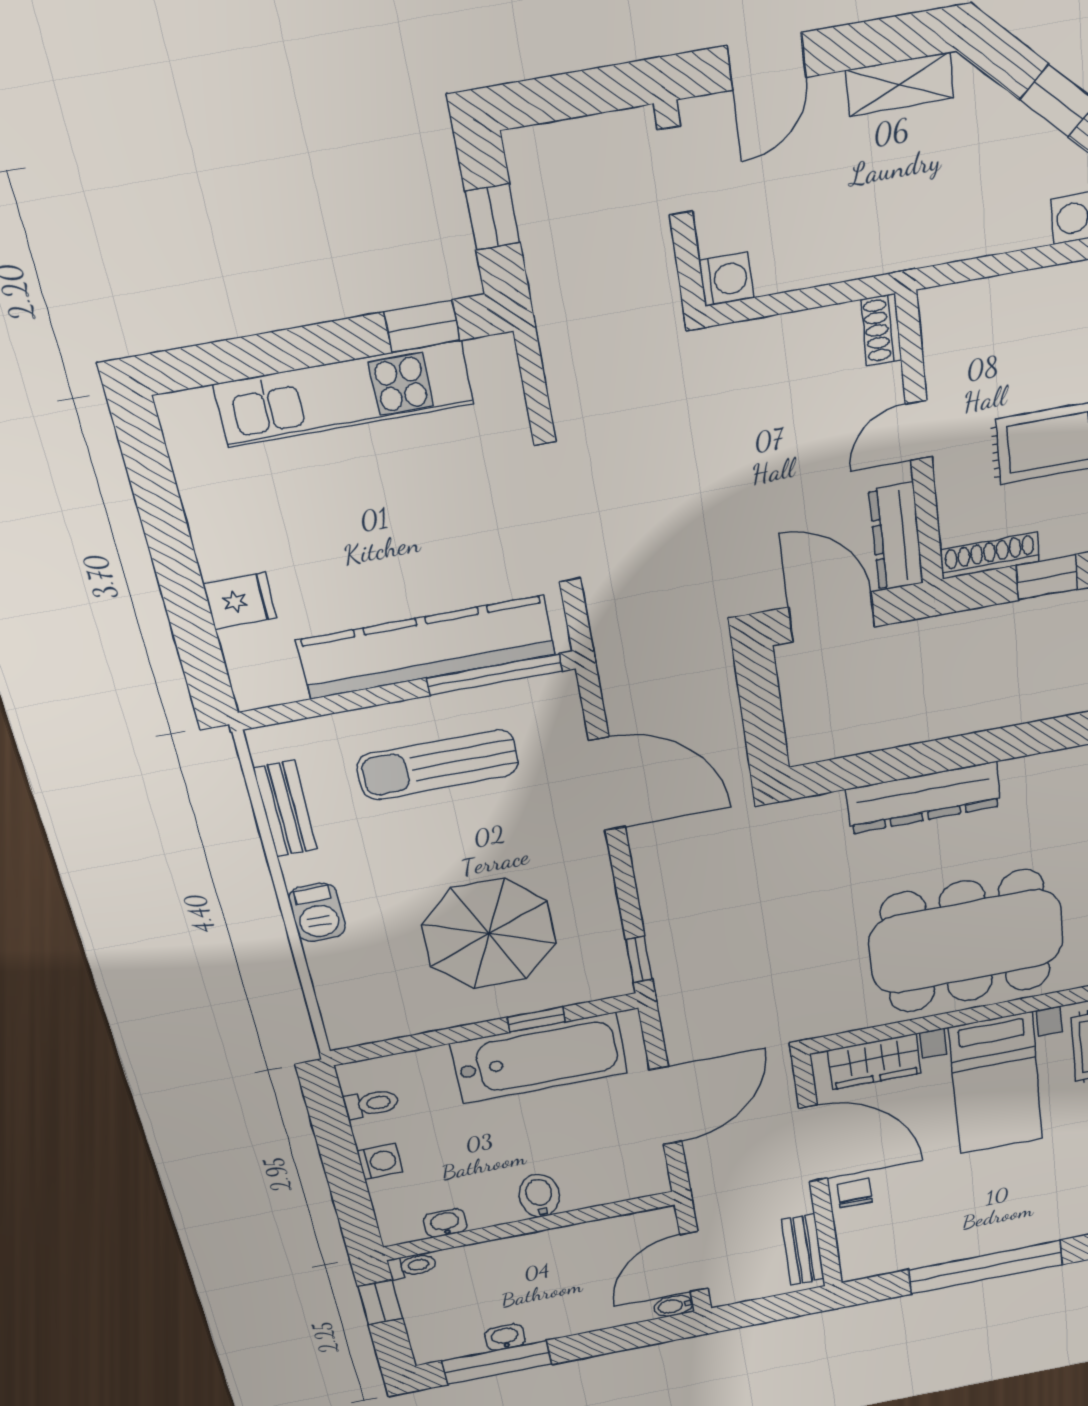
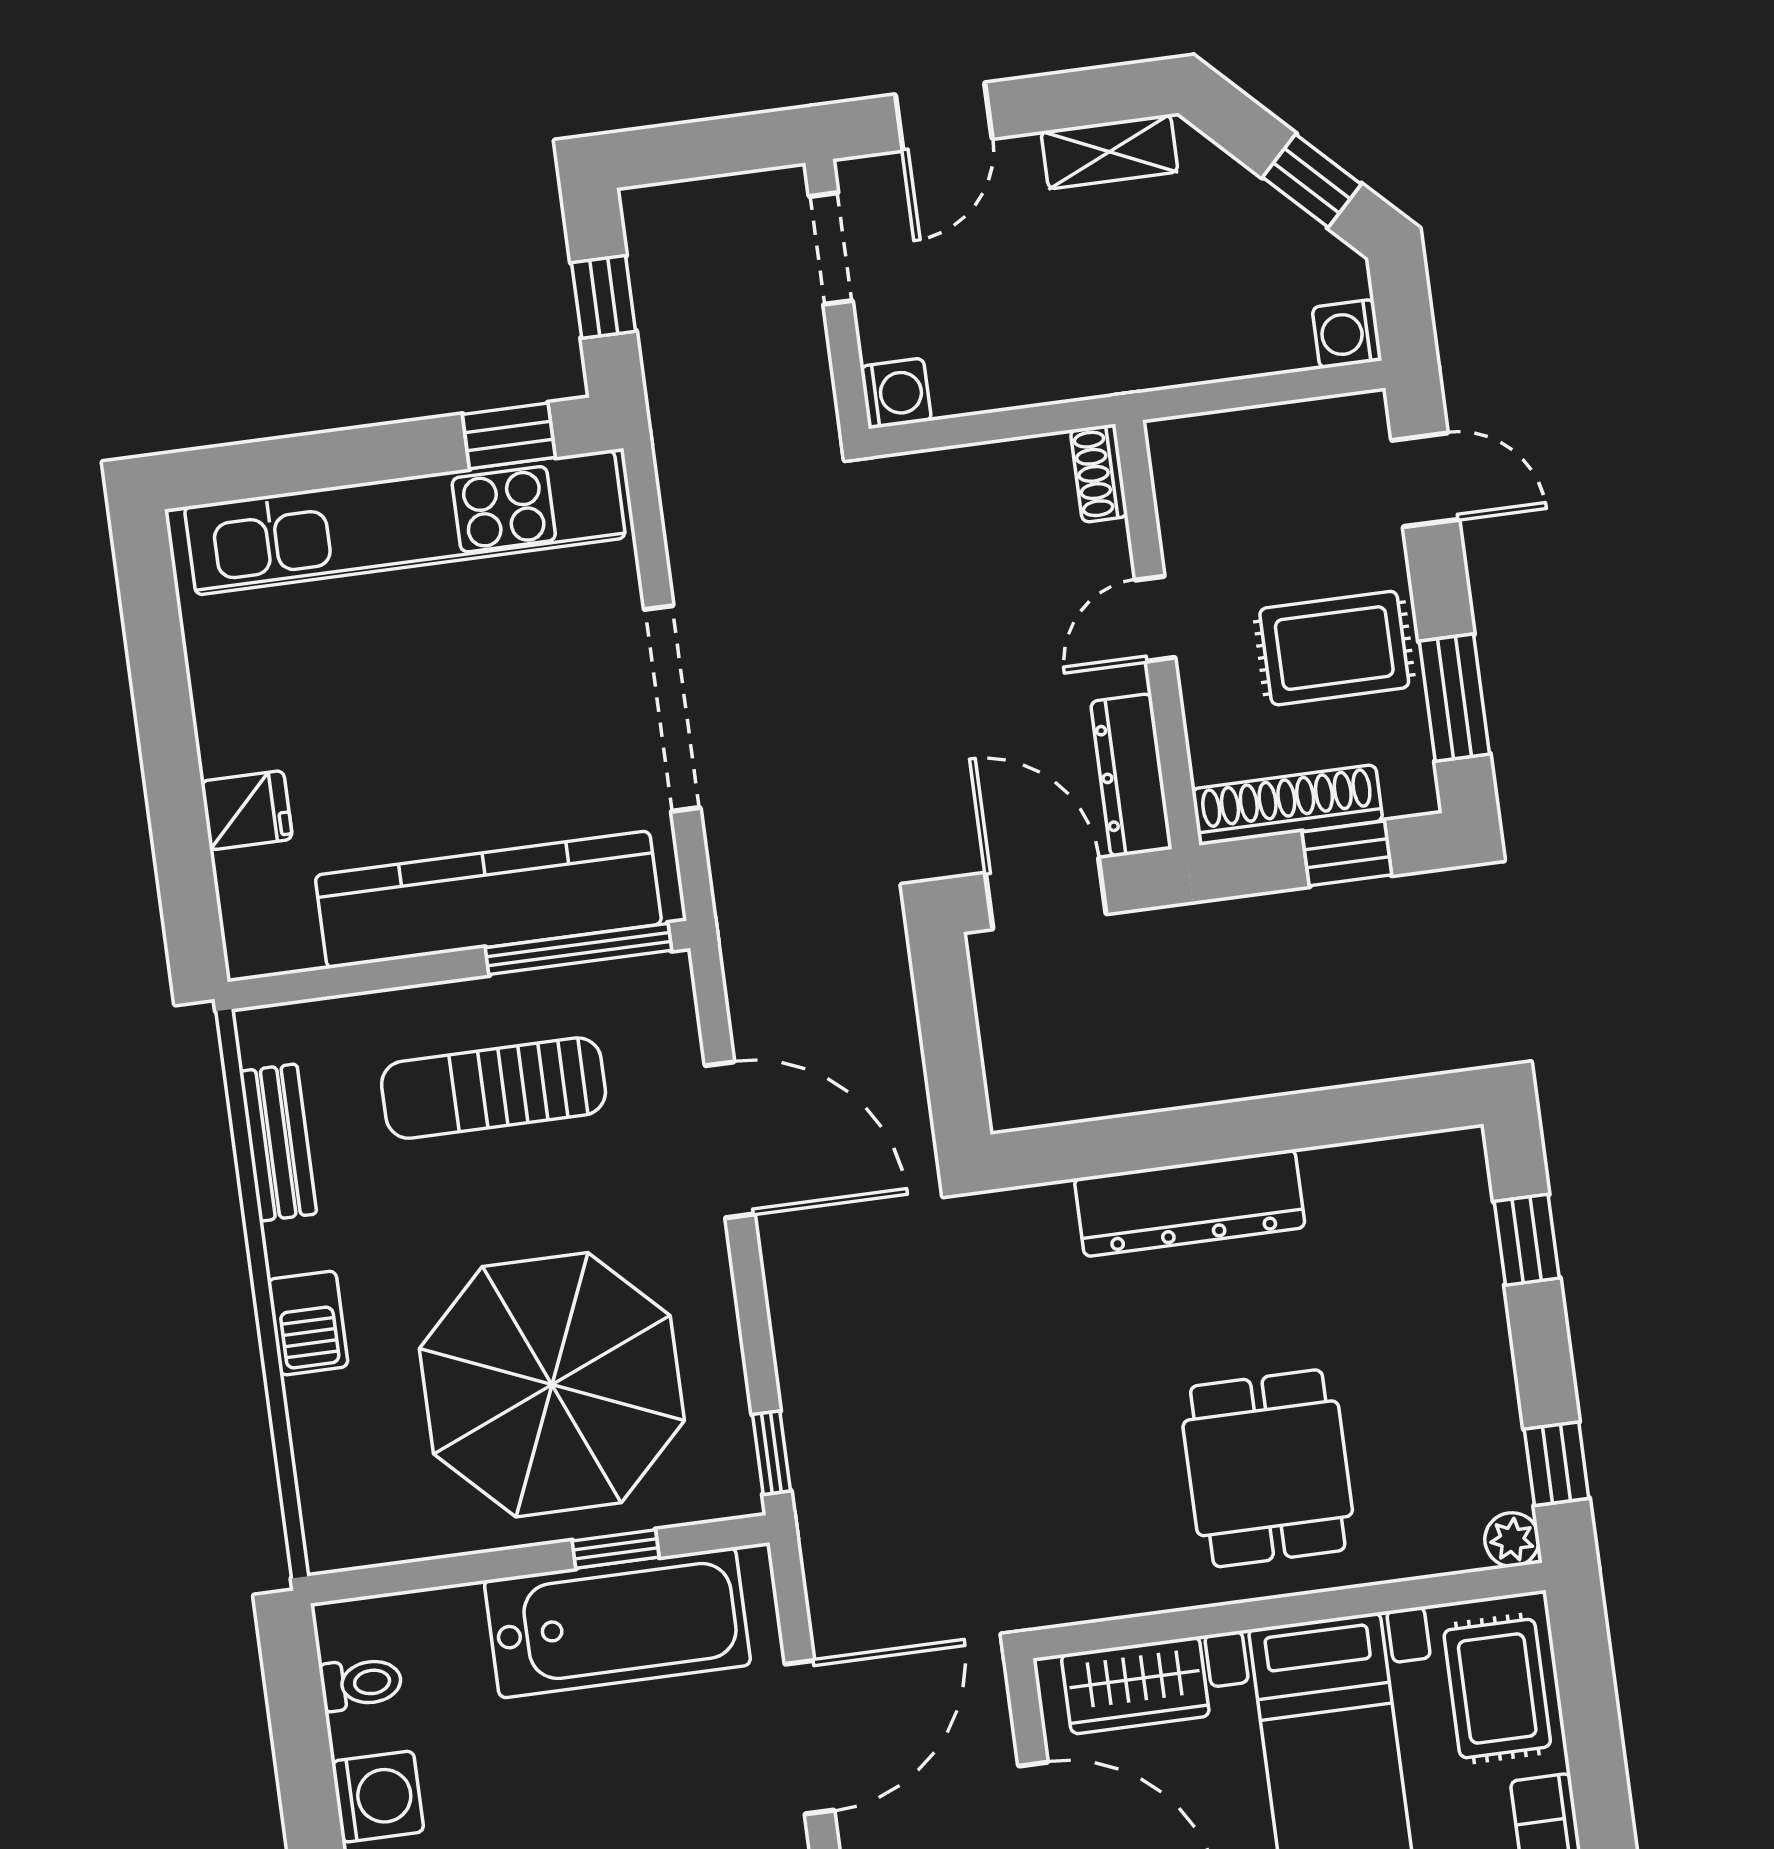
kitchen unit: (344, 394) -> (405, 522), width x1.36
shoe rack: (990, 556) -> (1287, 805), width x1.36, depth x1.24
parasol: (489, 934) -> (552, 1385), width x1.36, depth x1.36
dining table: (966, 941) -> (1268, 1468), width x0.53, depth x0.80
washing machine: (380, 1161) -> (378, 1797), width x1.38, depth x1.38

